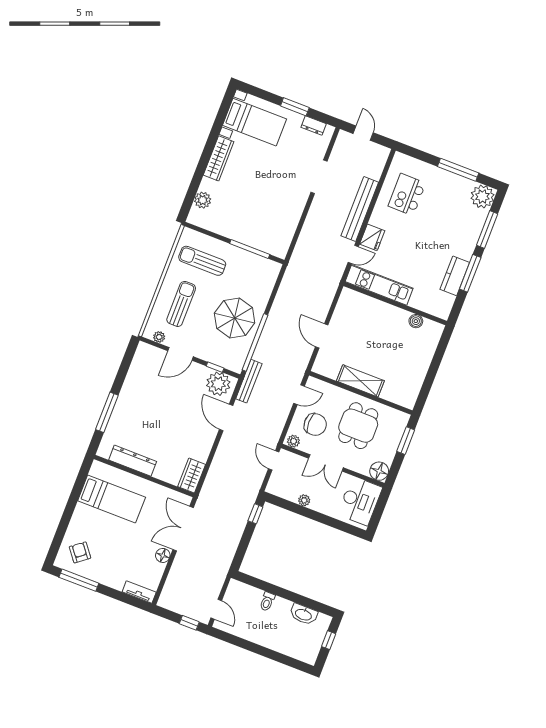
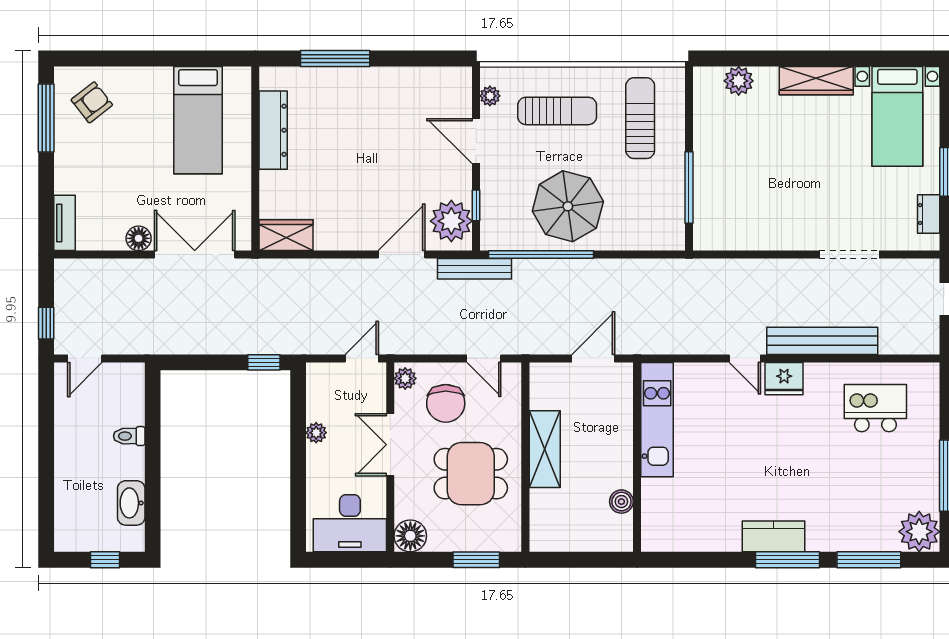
kitchen unit: (379, 285) -> (657, 420), moved
wall: (395, 303) -> (637, 457), moved
boiler: (416, 321) -> (621, 502), moved

